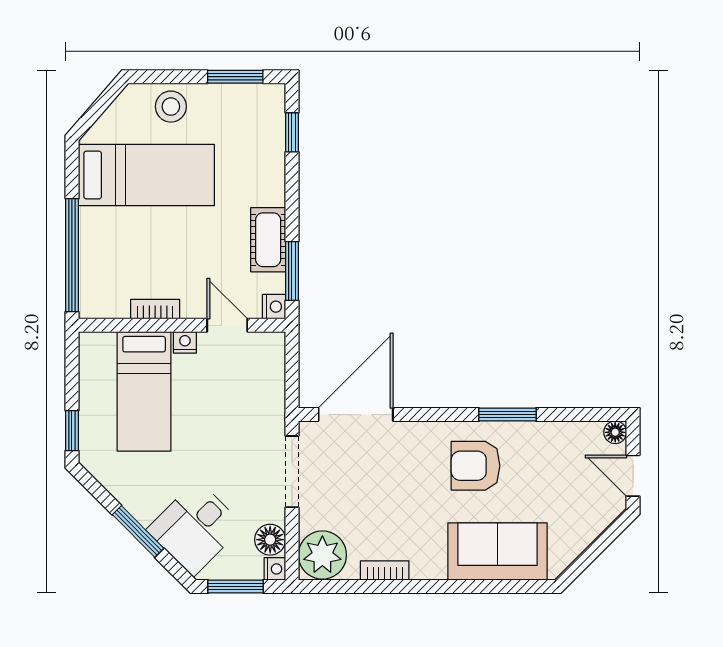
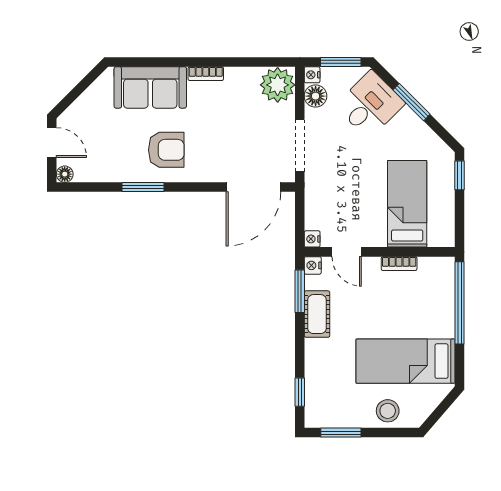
nightstand: (185, 342) -> (312, 239), moved, turned 90
bookcase: (385, 571) -> (206, 74), moved

